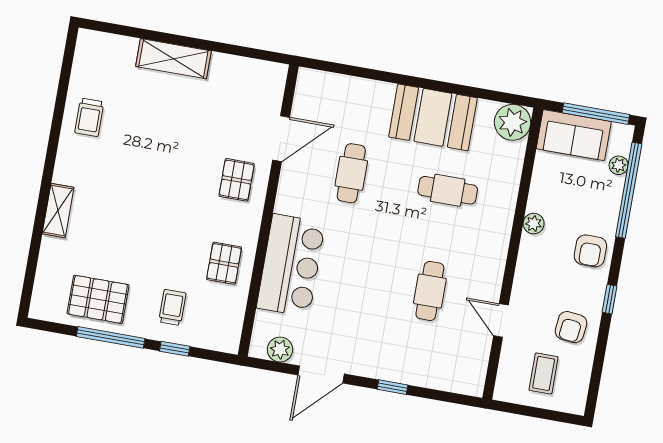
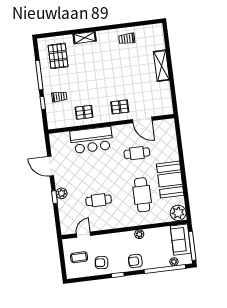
cafe table: (448, 190) -> (142, 195), width x1.37, depth x1.35
pallet: (98, 299) -> (58, 56), moved
door: (501, 320) -> (84, 235), moved
plant: (280, 350) -> (62, 193), moved

